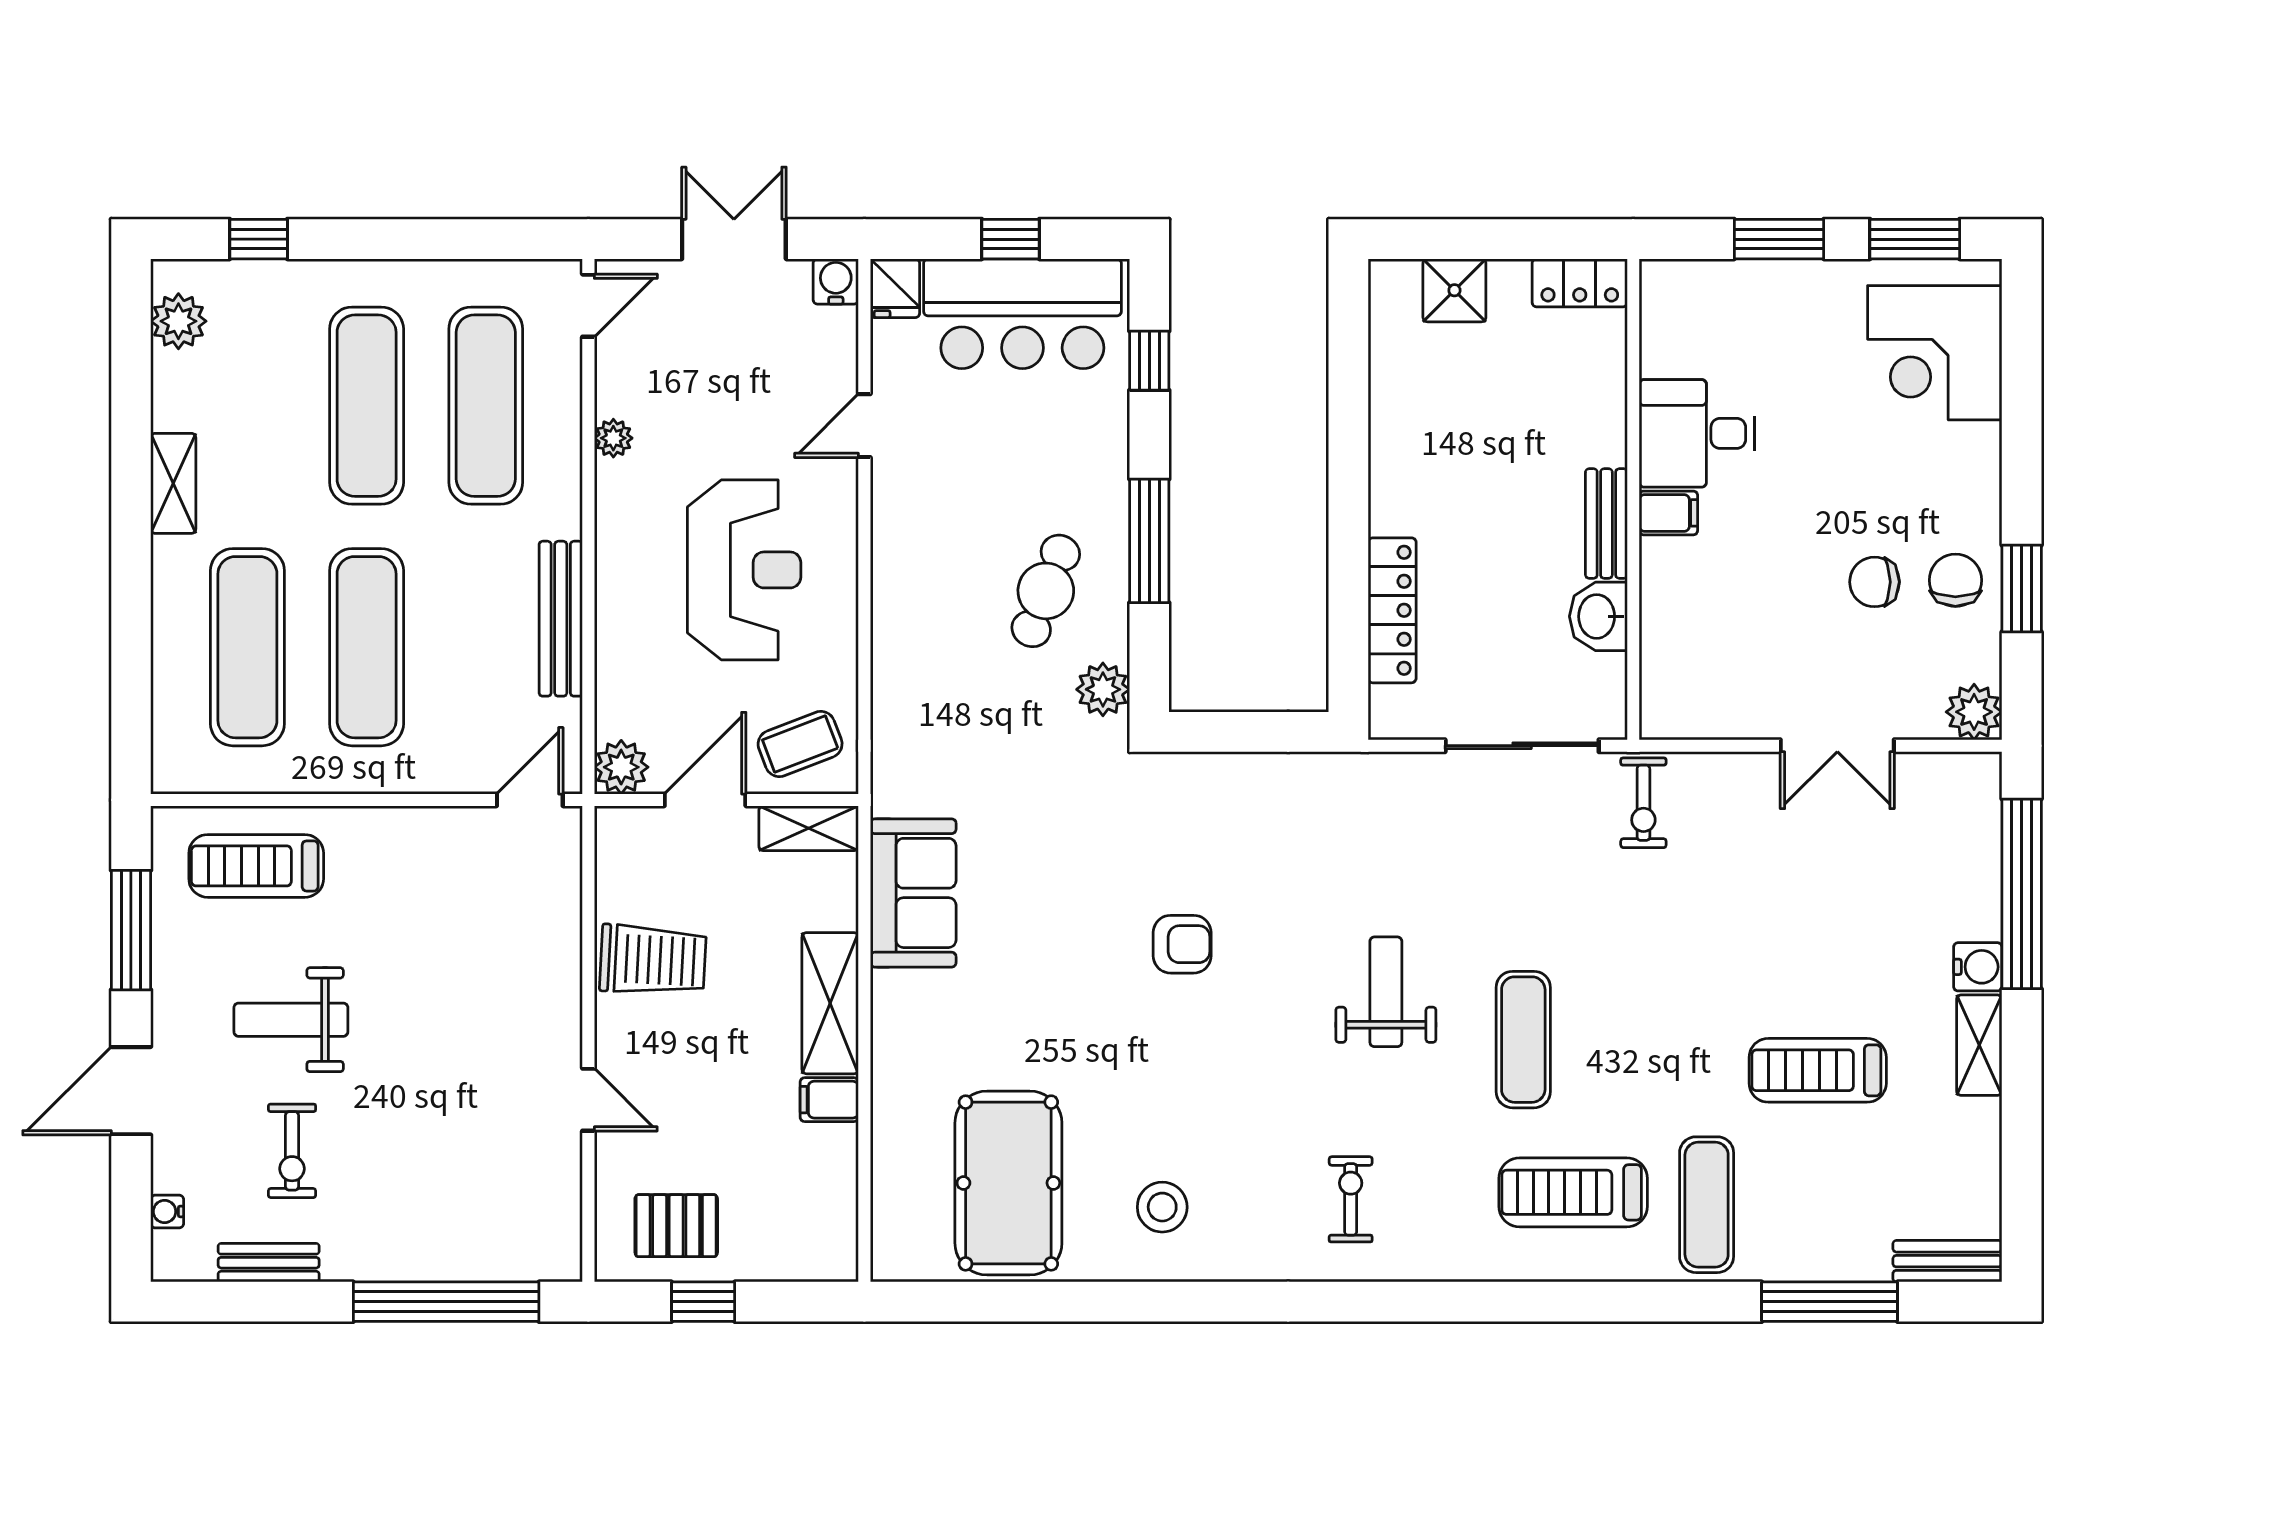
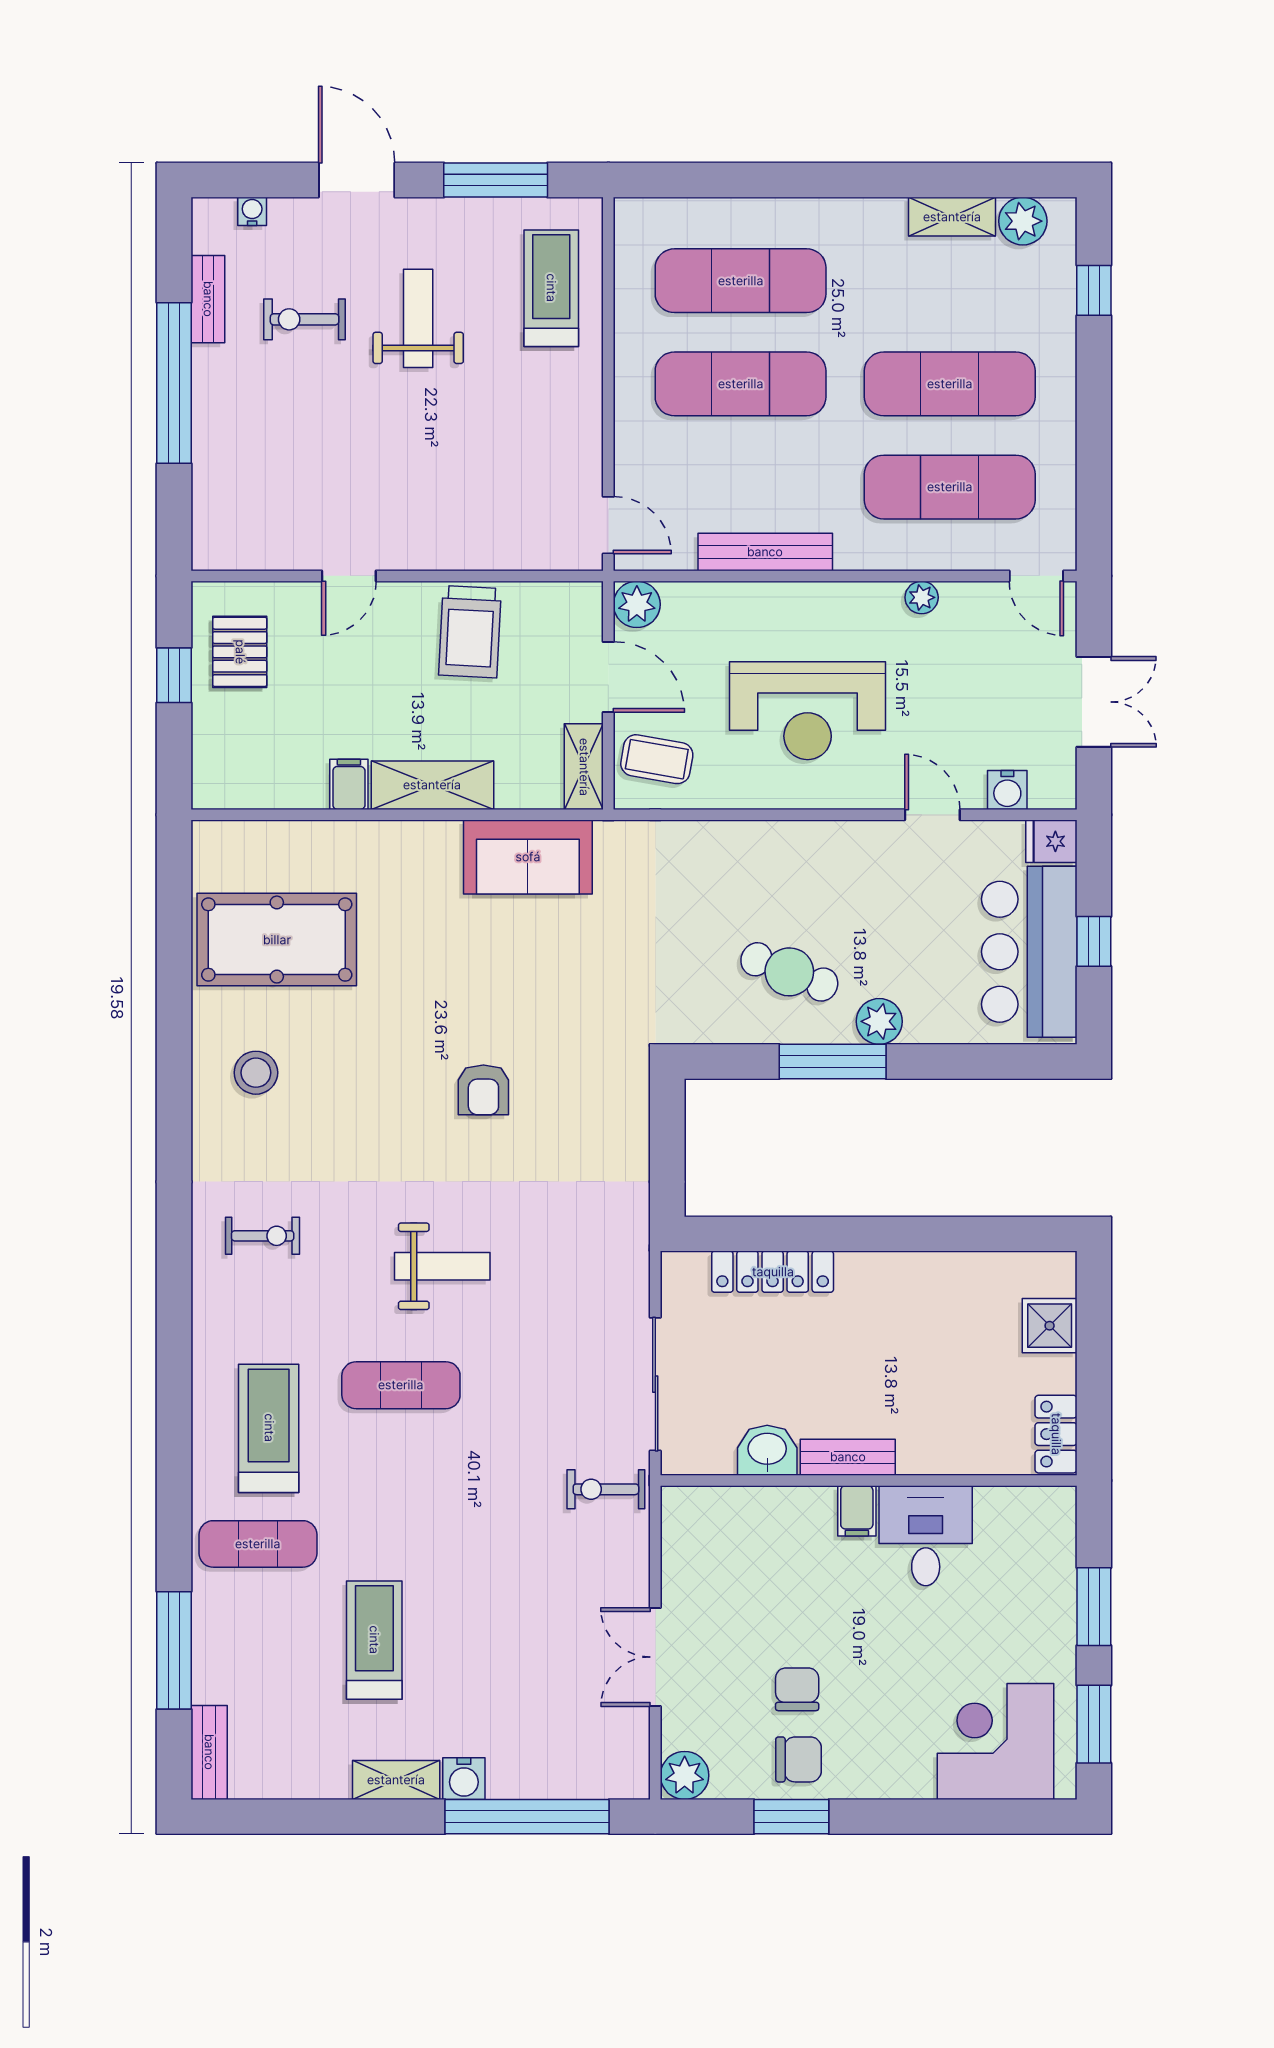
water cooler: (836, 281) -> (1007, 790), moved, turned 90
window: (1149, 361) -> (989, 1061), removed
shelving: (173, 483) -> (952, 217), moved
plant: (1103, 689) -> (879, 1021), moved
coffee table: (800, 744) -> (657, 759), turned -59
window: (446, 1302) -> (174, 383), moved

